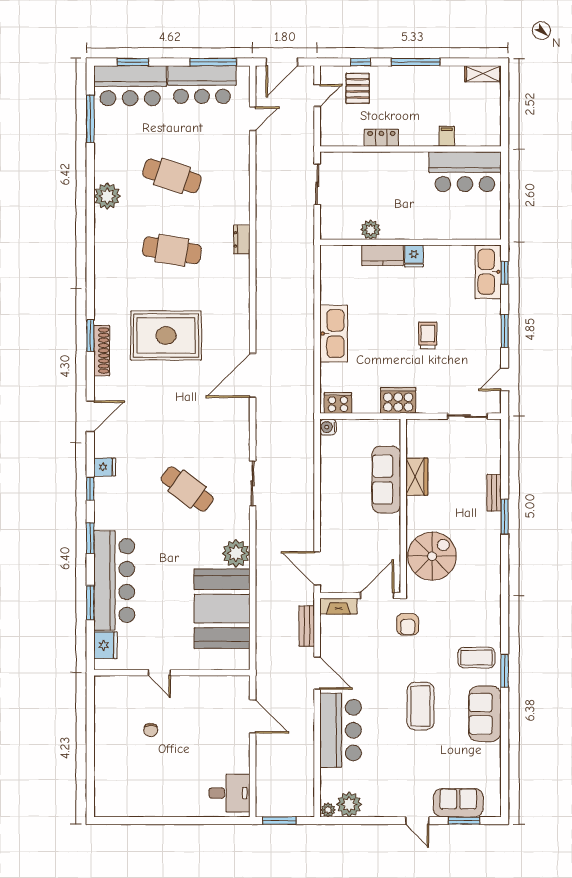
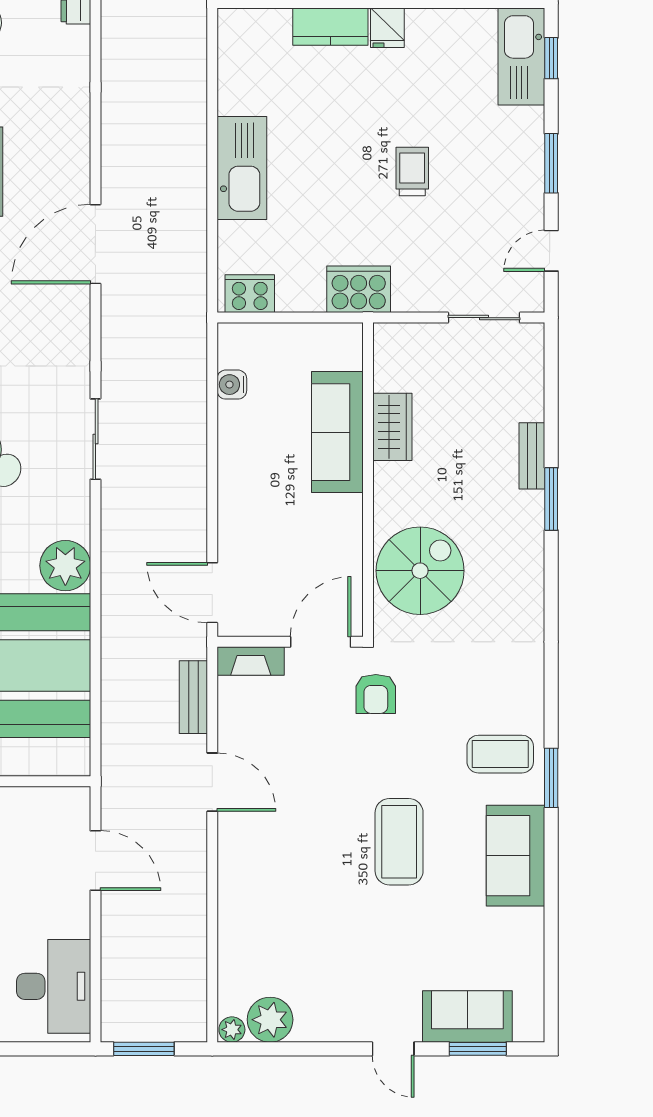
water cooler: (328, 427) -> (232, 385), moved
bar counter: (341, 730) -> (254, 885), removed
desk: (229, 793) -> (54, 986), width x1.37

